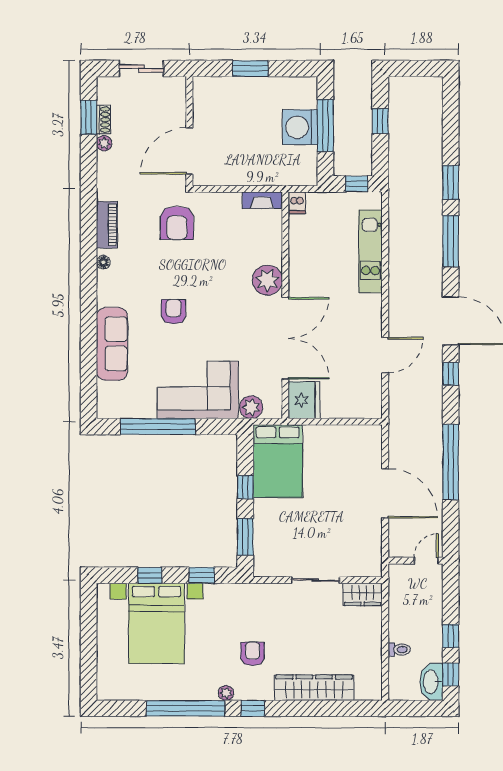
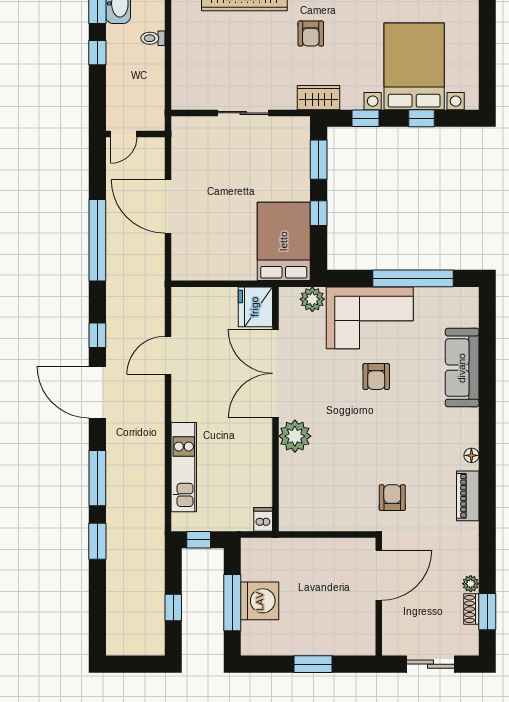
fireplace: (262, 200) -> (301, 522), removed
armchair: (177, 223) -> (392, 498), width x0.72, depth x0.72
armchair: (174, 312) -> (376, 376), moved
wardrobe: (363, 594) -> (319, 98), moved

